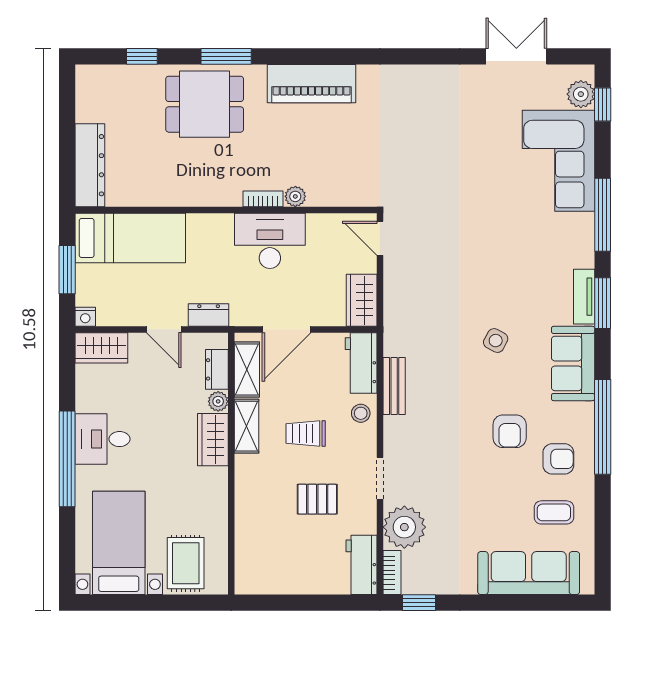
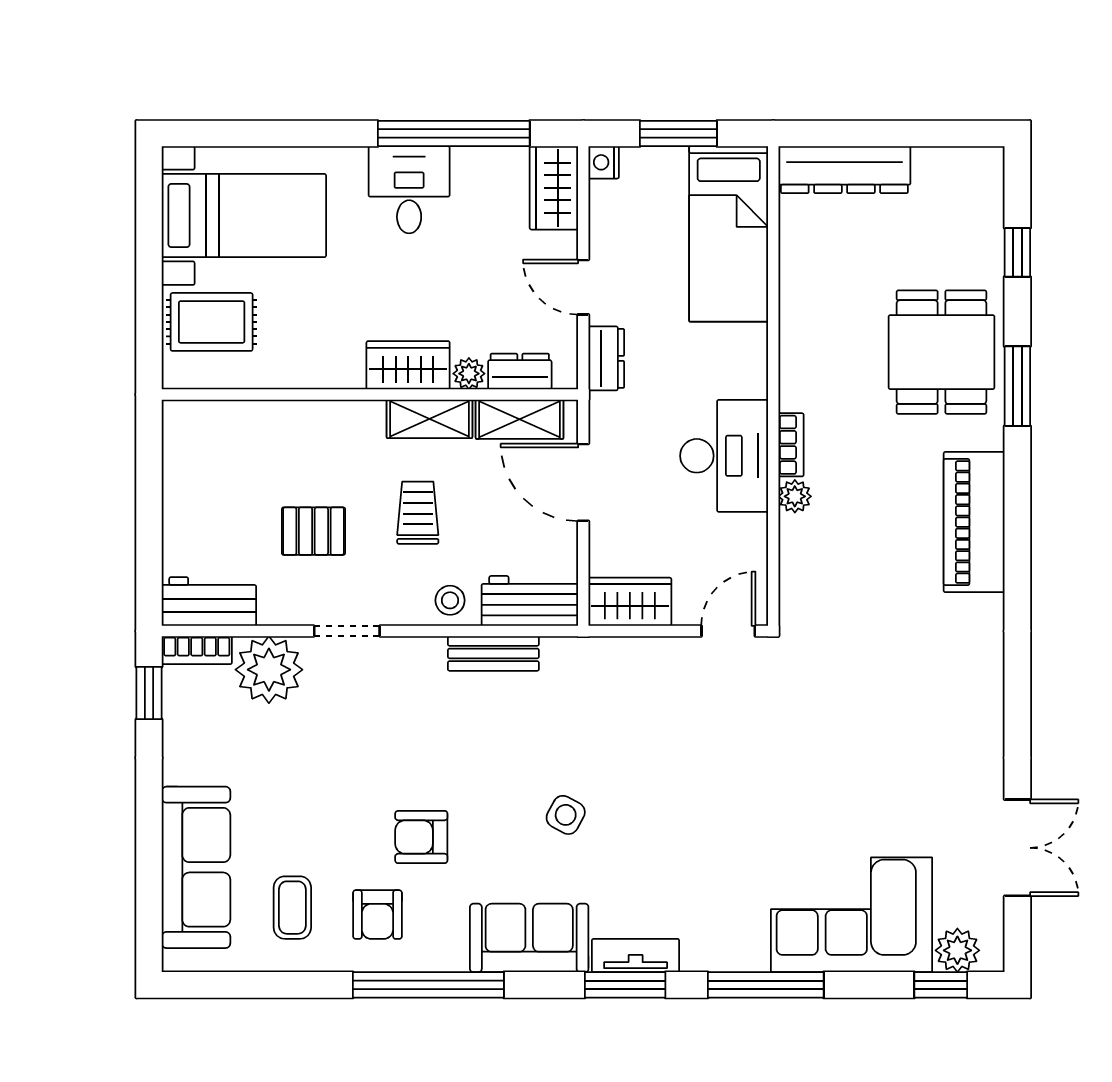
door: (164, 329) -> (583, 287), hinge flipped
window: (67, 459) -> (454, 133), moved
pallet: (317, 499) -> (313, 531), turned 90

